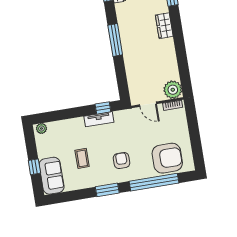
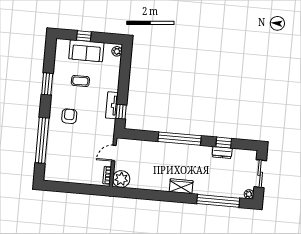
window: (115, 40) -> (180, 139), width x1.46
armchair: (167, 158) -> (61, 158), removed
armchair: (122, 160) -> (69, 116), turned -90
sofa: (52, 176) -> (86, 51), moved
window: (107, 190) -> (47, 84), moved

